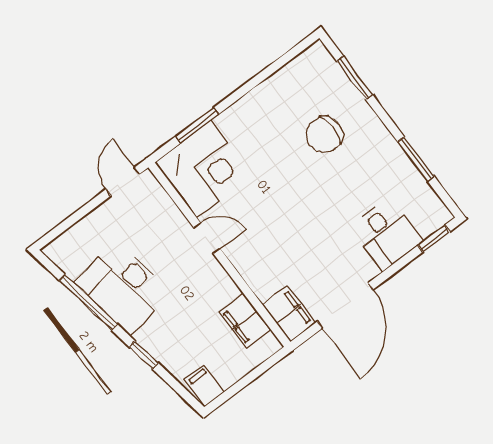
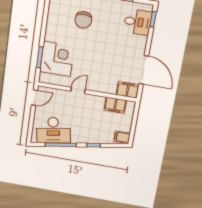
corner desk: (204, 169) -> (57, 59), moved
door: (123, 182) -> (34, 98), swing flipped
desk: (387, 235) -> (138, 22), moved
desk: (123, 287) -> (53, 130), moved

